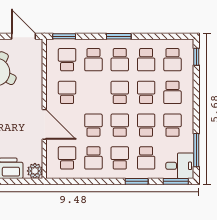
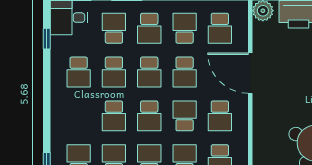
school desk: (172, 92) -> (185, 116), moved
window: (196, 150) -> (47, 39), width x0.46

